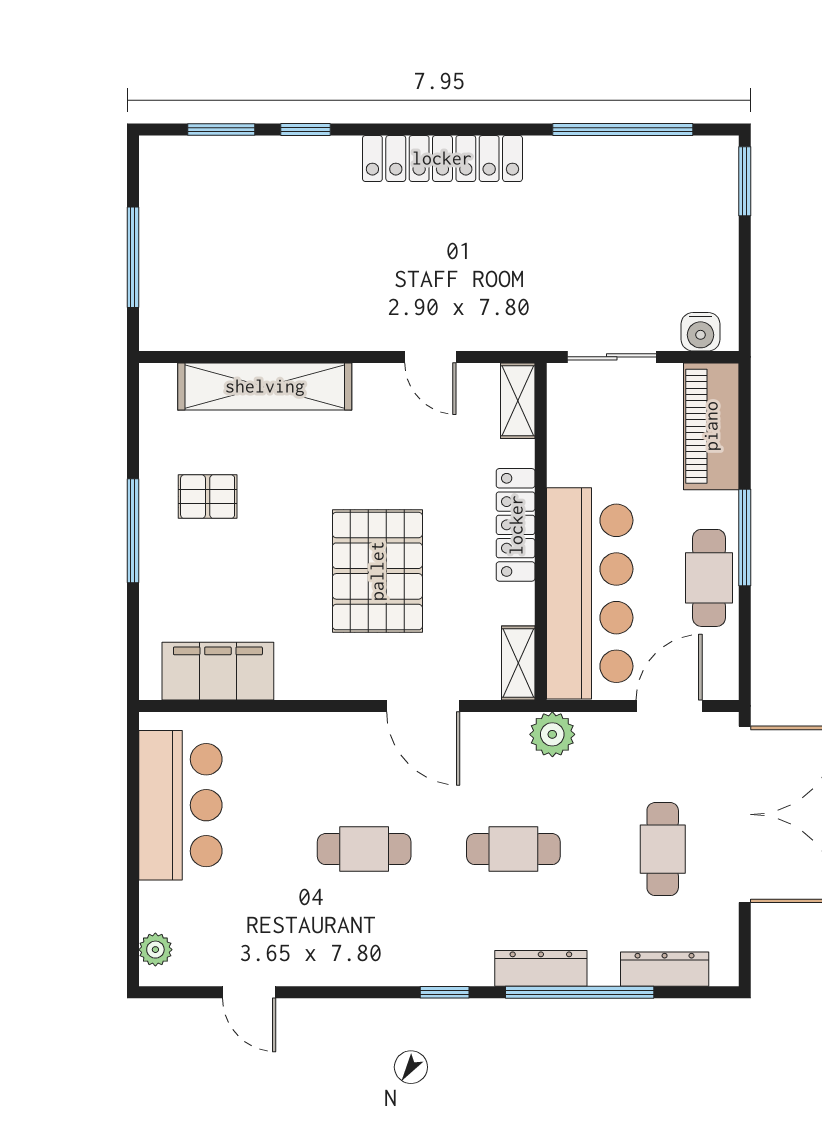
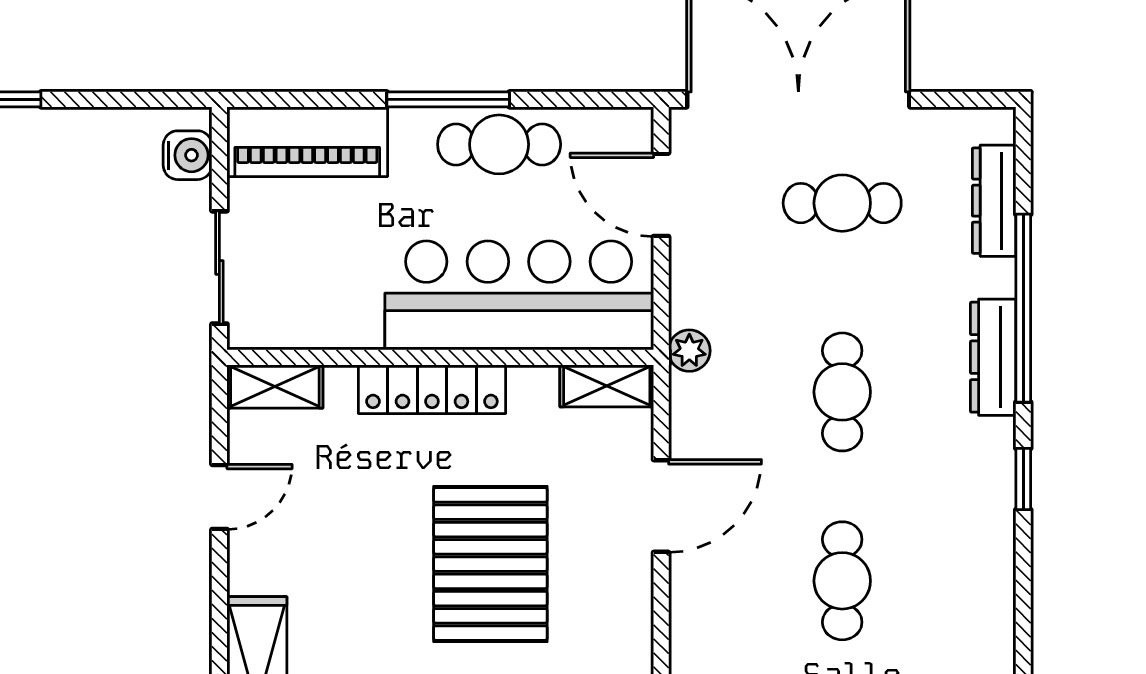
pallet: (377, 571) -> (490, 564), turned 90
plant: (552, 734) -> (689, 351), width x0.73, depth x0.73

